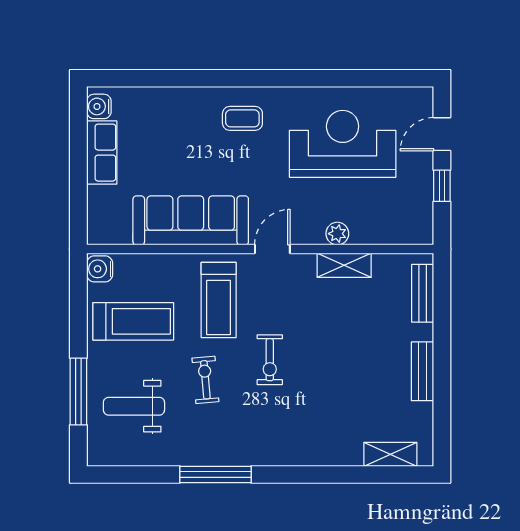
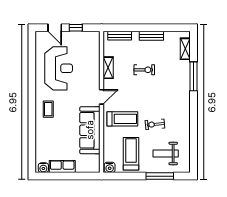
reception desk: (343, 144) -> (59, 68), turned 180
plant: (337, 234) -> (95, 70), removed
door: (272, 249) -> (102, 97), swing flipped
exercise bike: (270, 360) -> (144, 70), moved
weight bench: (134, 406) -> (166, 153), turned 90
window: (215, 475) -> (194, 76), moved

